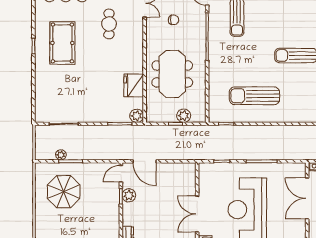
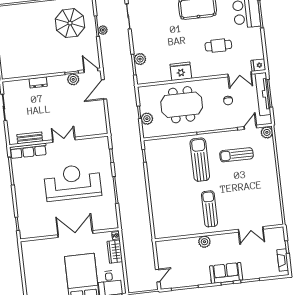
fridge: (134, 85) -> (181, 71), moved
sun lounger: (254, 96) -> (200, 160), moved
plant: (137, 116) -> (140, 59), moved
plant: (61, 155) -> (103, 30), moved
double door: (307, 198) -> (75, 234), moved
double door: (197, 214) -> (64, 140), width x0.73

